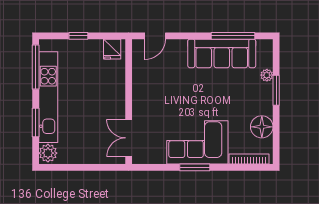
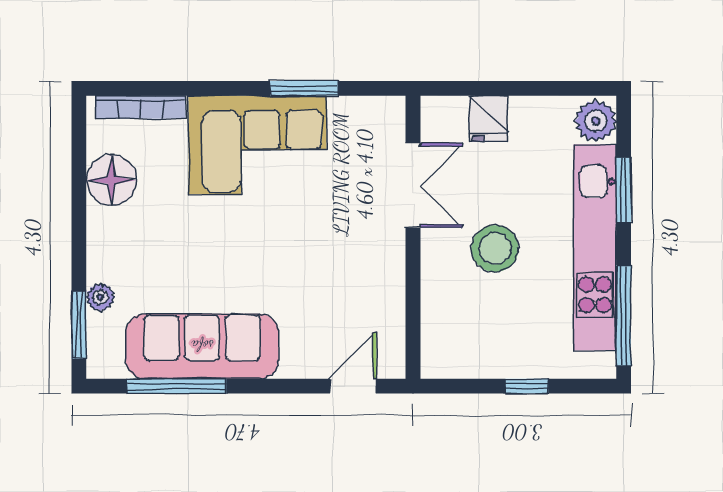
fridge: (112, 49) -> (488, 118), moved, turned 180
window: (276, 90) -> (79, 325), moved
stool: (92, 97) -> (495, 249), added
double door: (129, 138) -> (413, 185), moved
window: (195, 167) -> (304, 88), moved

